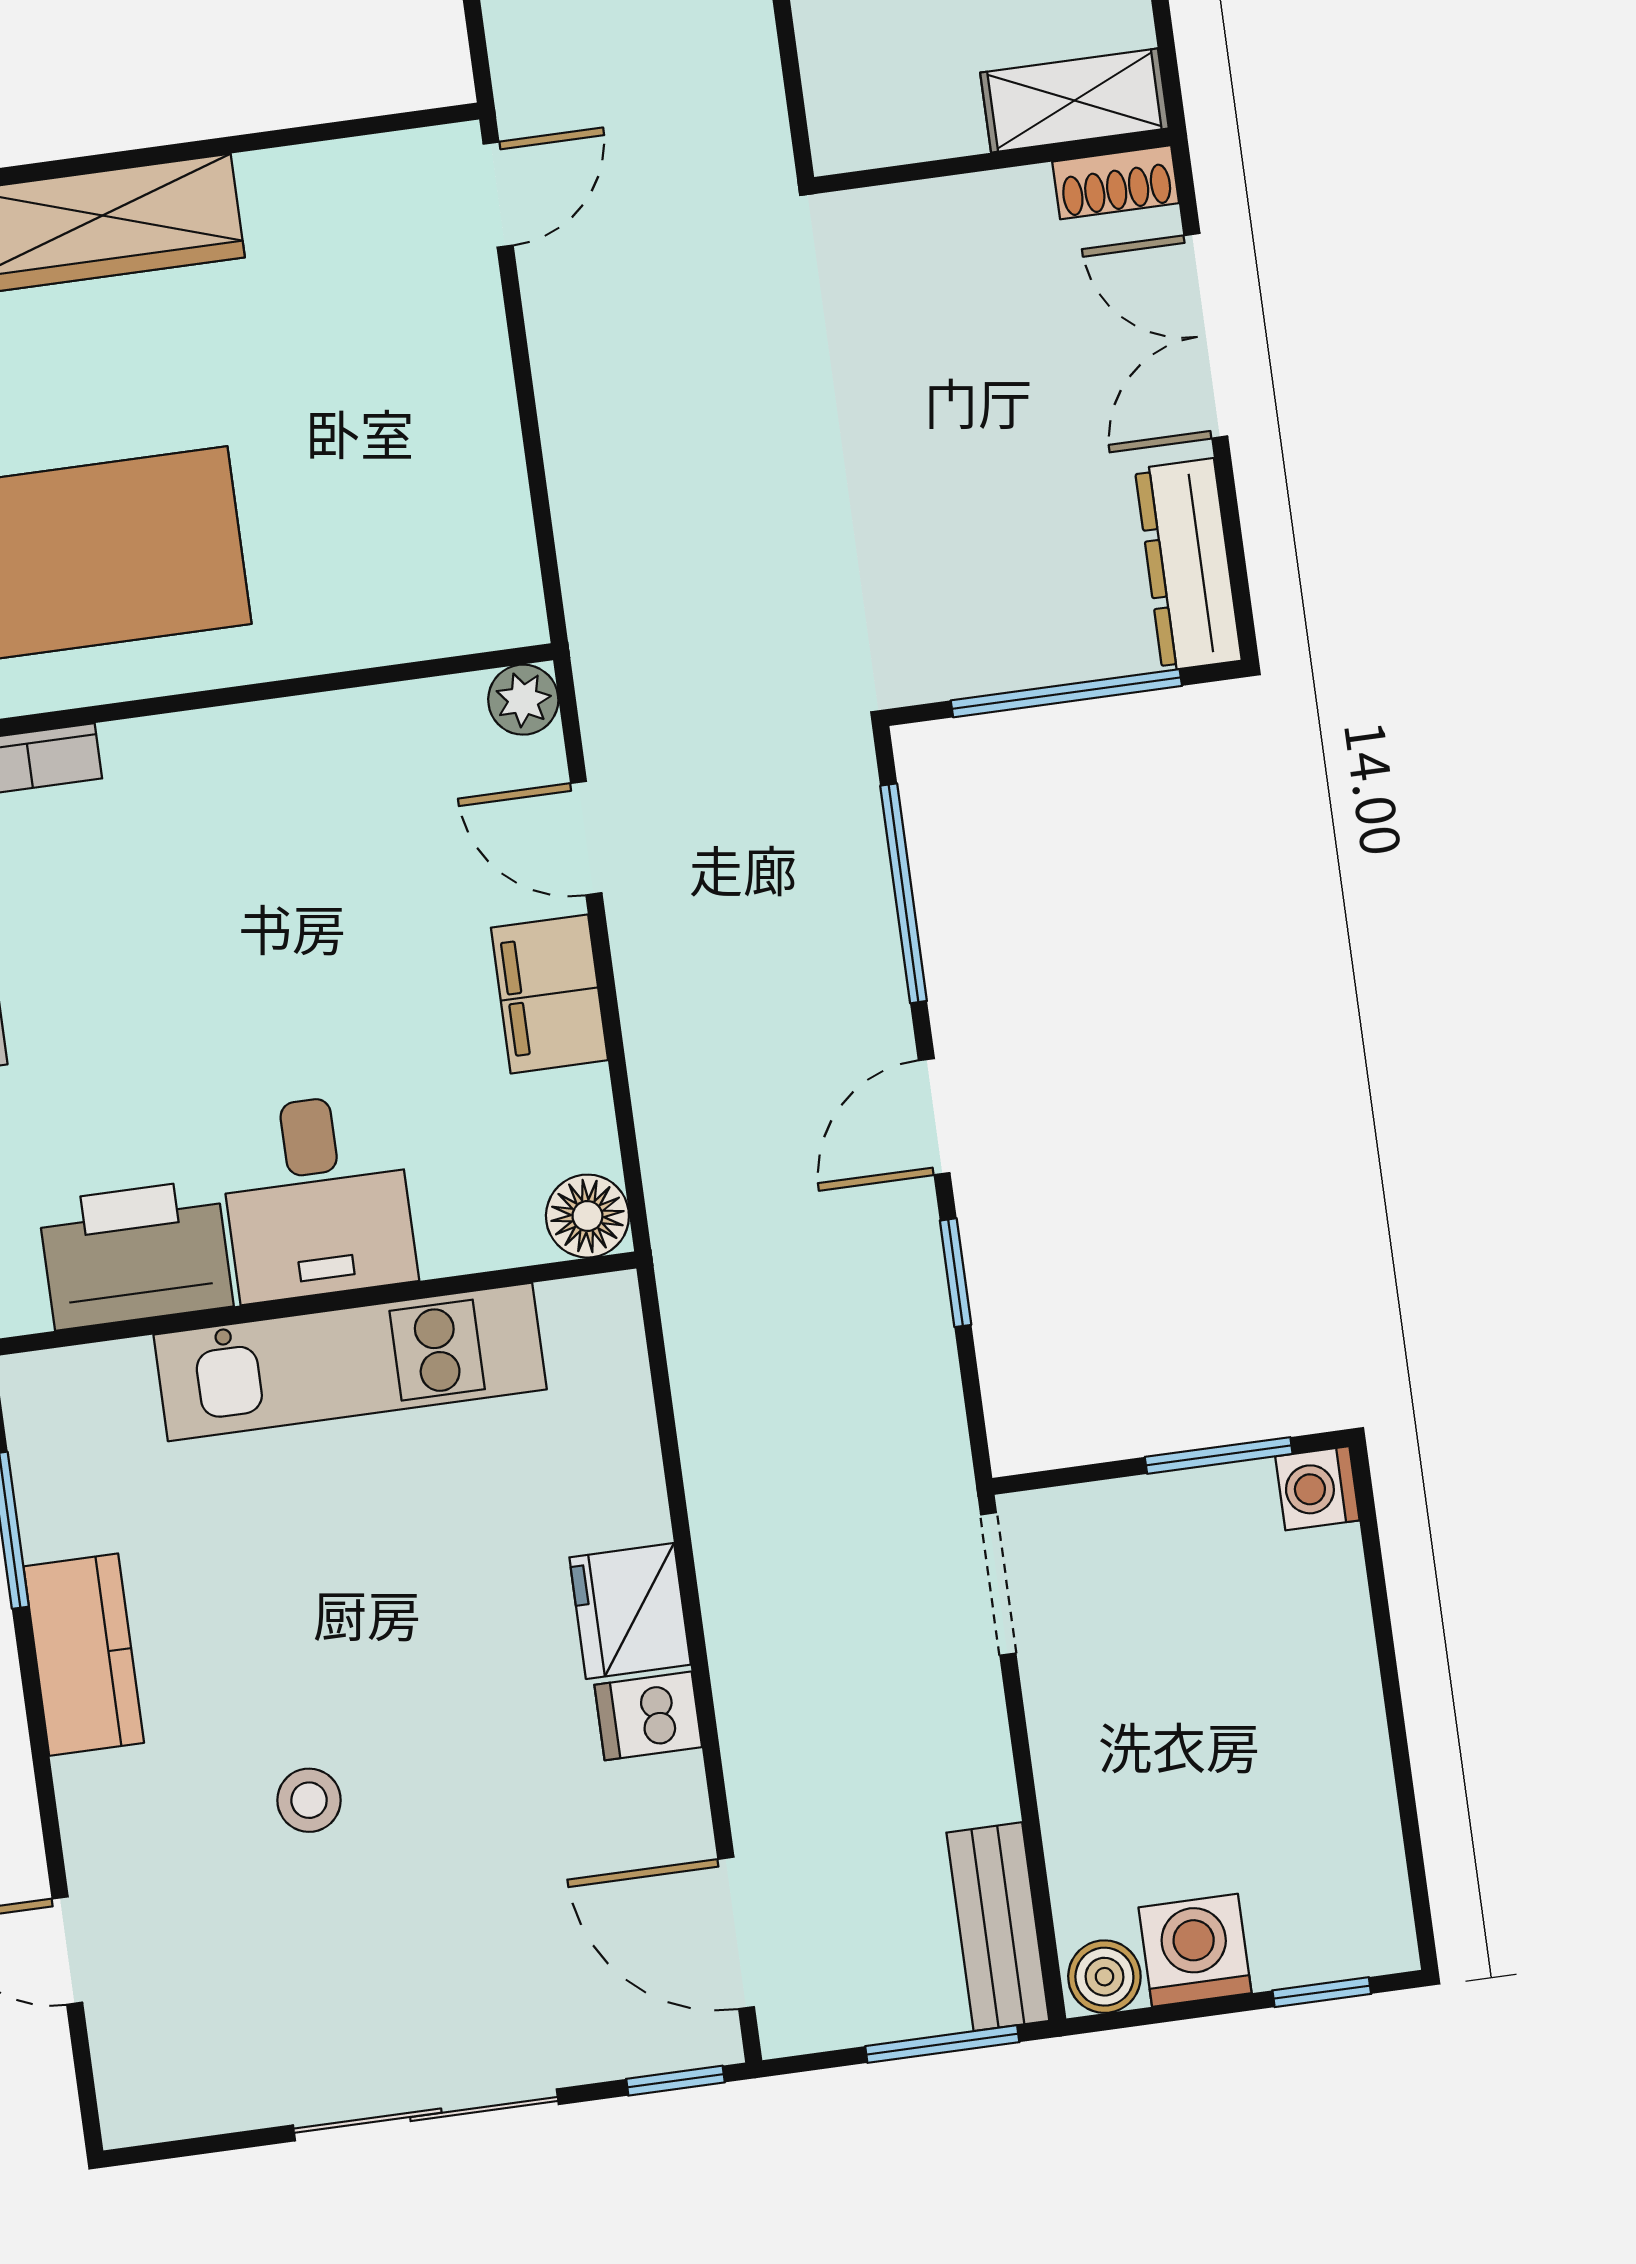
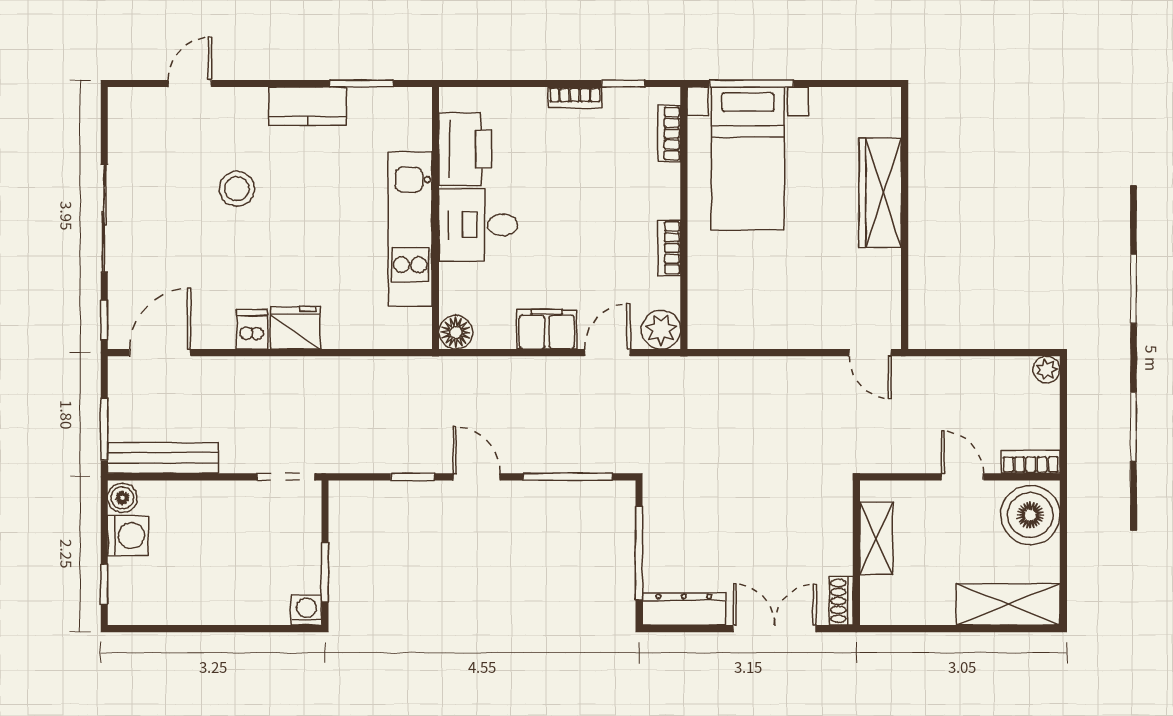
shelving: (1074, 101) -> (876, 538), moved
plant: (523, 700) -> (661, 330), width x1.38, depth x1.38
bookcase: (309, 721) -> (669, 248), added
stool: (309, 1800) -> (237, 189), width x1.37, depth x1.37
bench: (998, 1927) -> (163, 458), width x1.36

